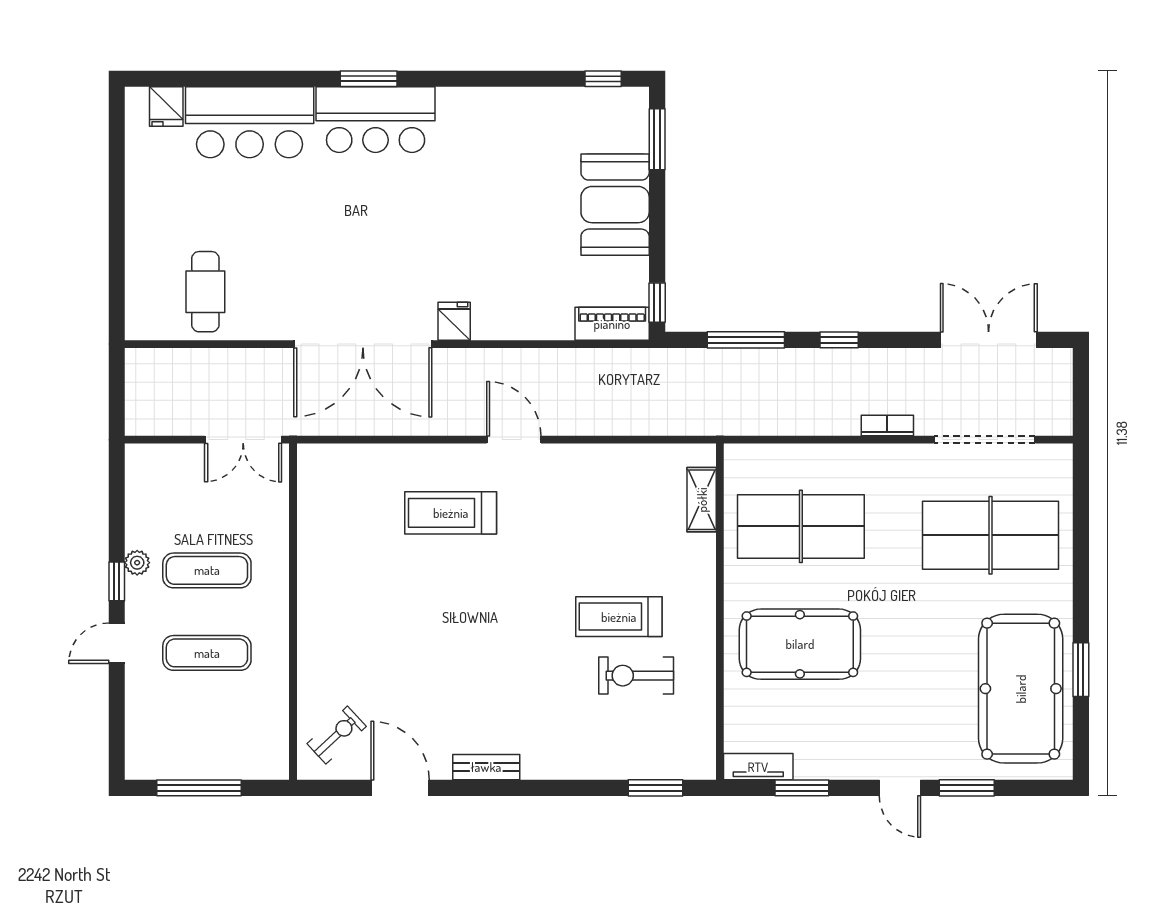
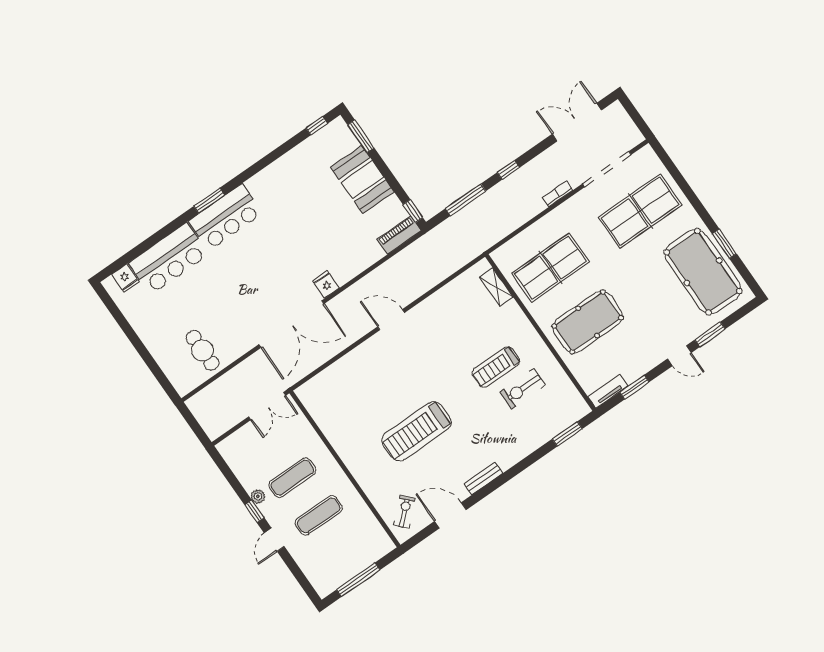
treadmill: (451, 513) -> (416, 431), moved, width x1.37, depth x1.38

